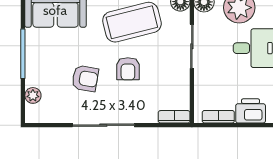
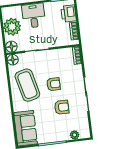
armchair: (85, 78) -> (62, 107), turned 80

